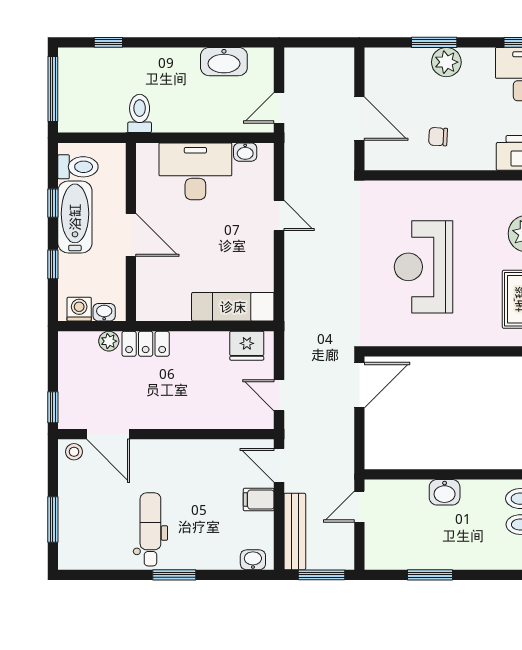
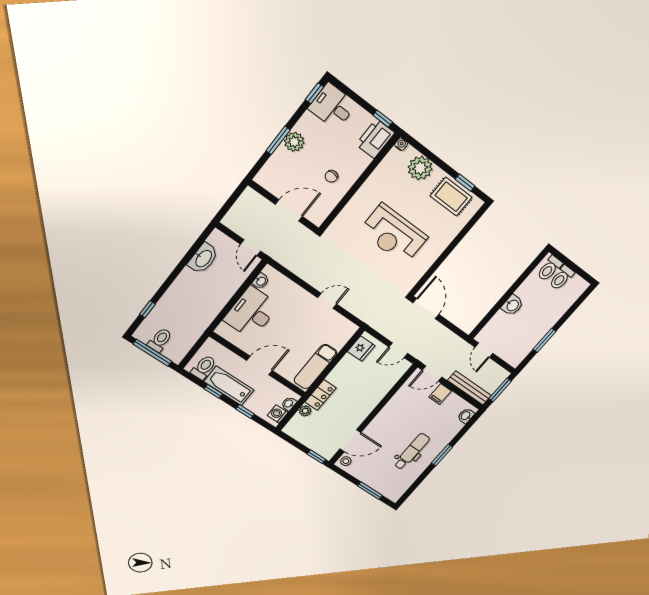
toilet: (140, 113) -> (160, 340), moved, turned 90
door: (279, 215) -> (327, 301), moved
exam couch: (233, 307) -> (315, 367), moved
dental chair: (150, 529) -> (412, 451), turned 90

